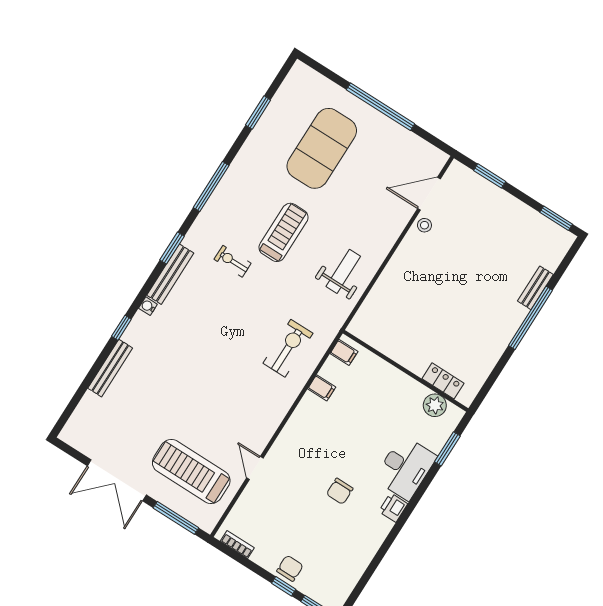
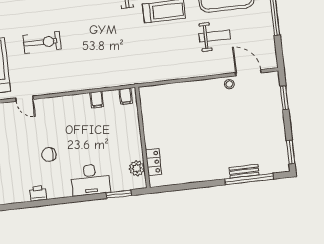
weight bench: (343, 271) -> (215, 36), moved
window: (531, 318) -> (249, 179), moved
exercise bike: (288, 348) -> (42, 42), moved
door: (255, 468) -> (24, 99), swing flipped
printer: (393, 508) -> (38, 193), moved

